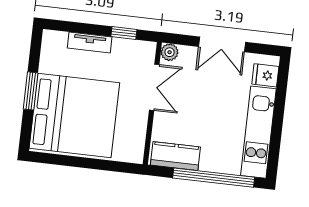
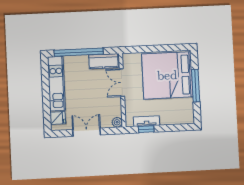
tv unit: (90, 42) -> (146, 121), moved
double door: (154, 87) -> (122, 83), moved
window: (31, 91) -> (196, 86), width x1.44

